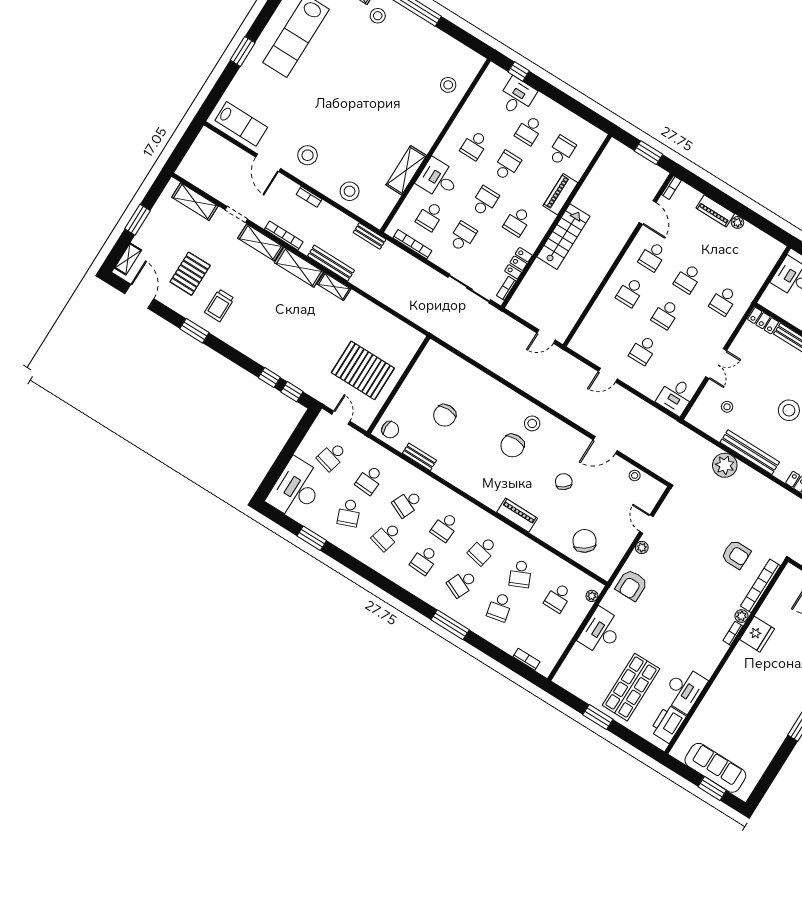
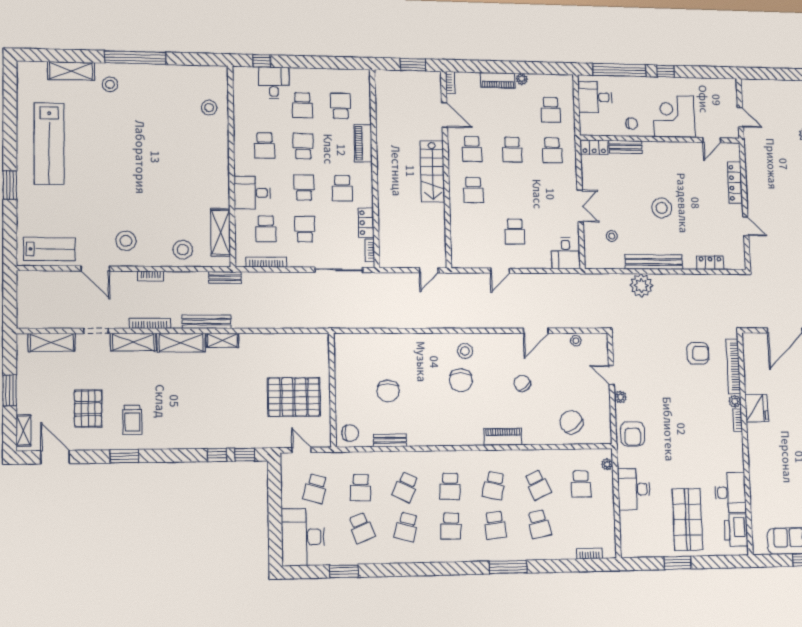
shelving: (406, 170) -> (221, 232), moved
stairs: (563, 237) -> (432, 171), moved, turned 180
school desk: (666, 314) -> (551, 110), moved
school desk: (462, 584) -> (495, 525), turned -30

